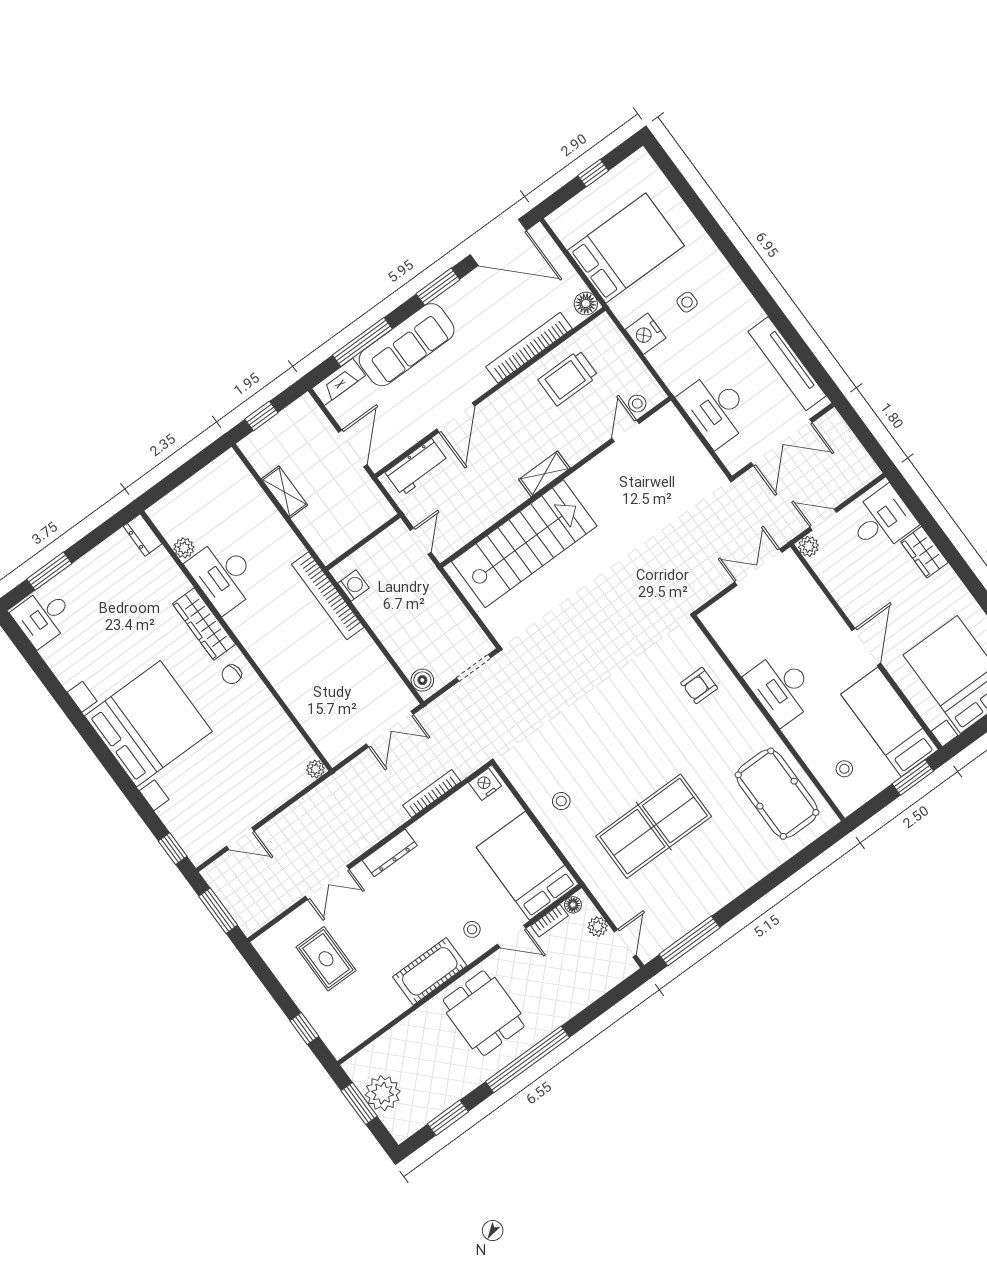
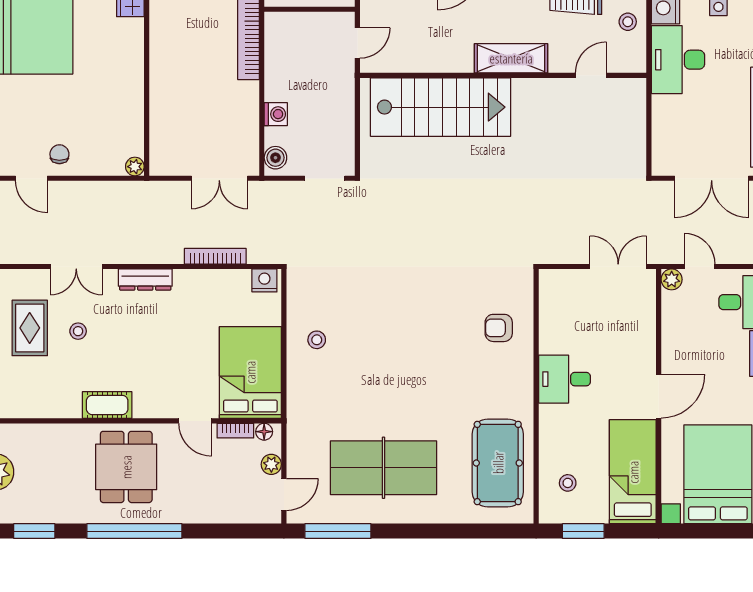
stool: (637, 404) -> (628, 22), moved
desk: (716, 409) -> (678, 60), moved
shelving: (544, 474) -> (511, 58), width x1.50, depth x1.33
washing machine: (353, 586) -> (276, 114), moved
chair: (232, 674) -> (59, 154), moved, turned 99
desk: (781, 688) -> (564, 379), width x0.73
window: (913, 777) -> (583, 531), moved
table tennis table: (654, 826) -> (384, 468), moved
stool: (472, 929) -> (78, 331), moved
cot: (430, 971) -> (107, 405), width x0.73, depth x0.75

